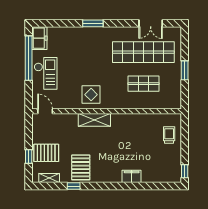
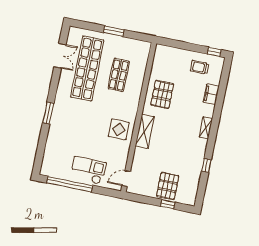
freezer: (39, 38) -> (52, 169), removed
trolley: (169, 135) -> (200, 67), moved
pallet: (81, 167) -> (162, 94), moved, turned 90
filing cabinet: (132, 176) -> (211, 94), moved
shelving: (49, 178) -> (206, 128), moved

